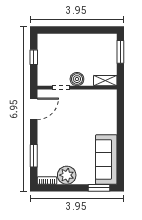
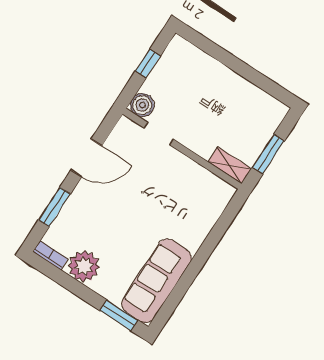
window: (120, 52) -> (268, 154), moved
boiler: (77, 79) -> (142, 105), moved
door: (34, 109) -> (86, 158), moved

